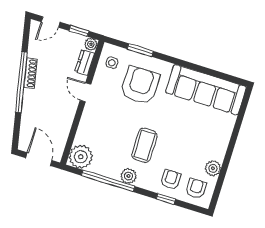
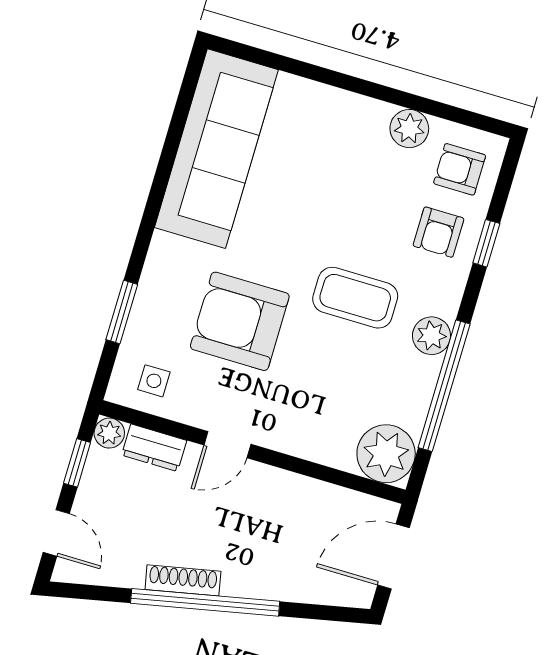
armchair: (140, 85) -> (240, 321), moved
armchair: (171, 180) -> (439, 232), turned -90

